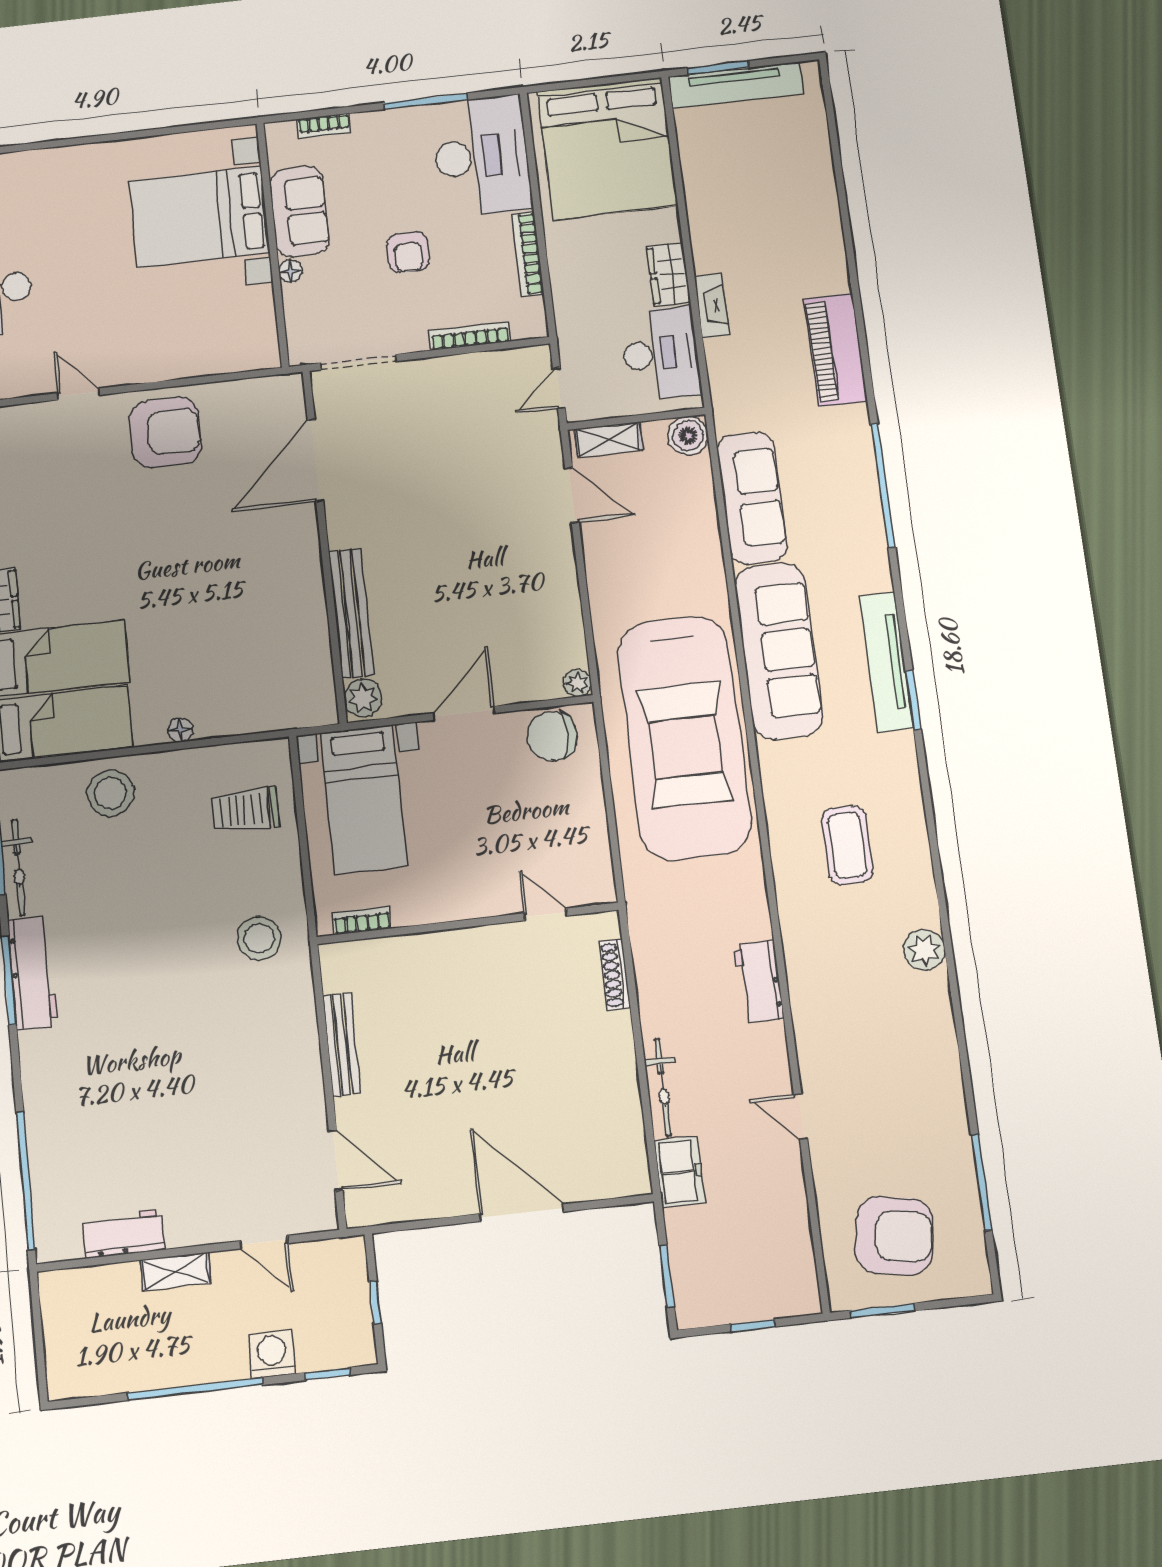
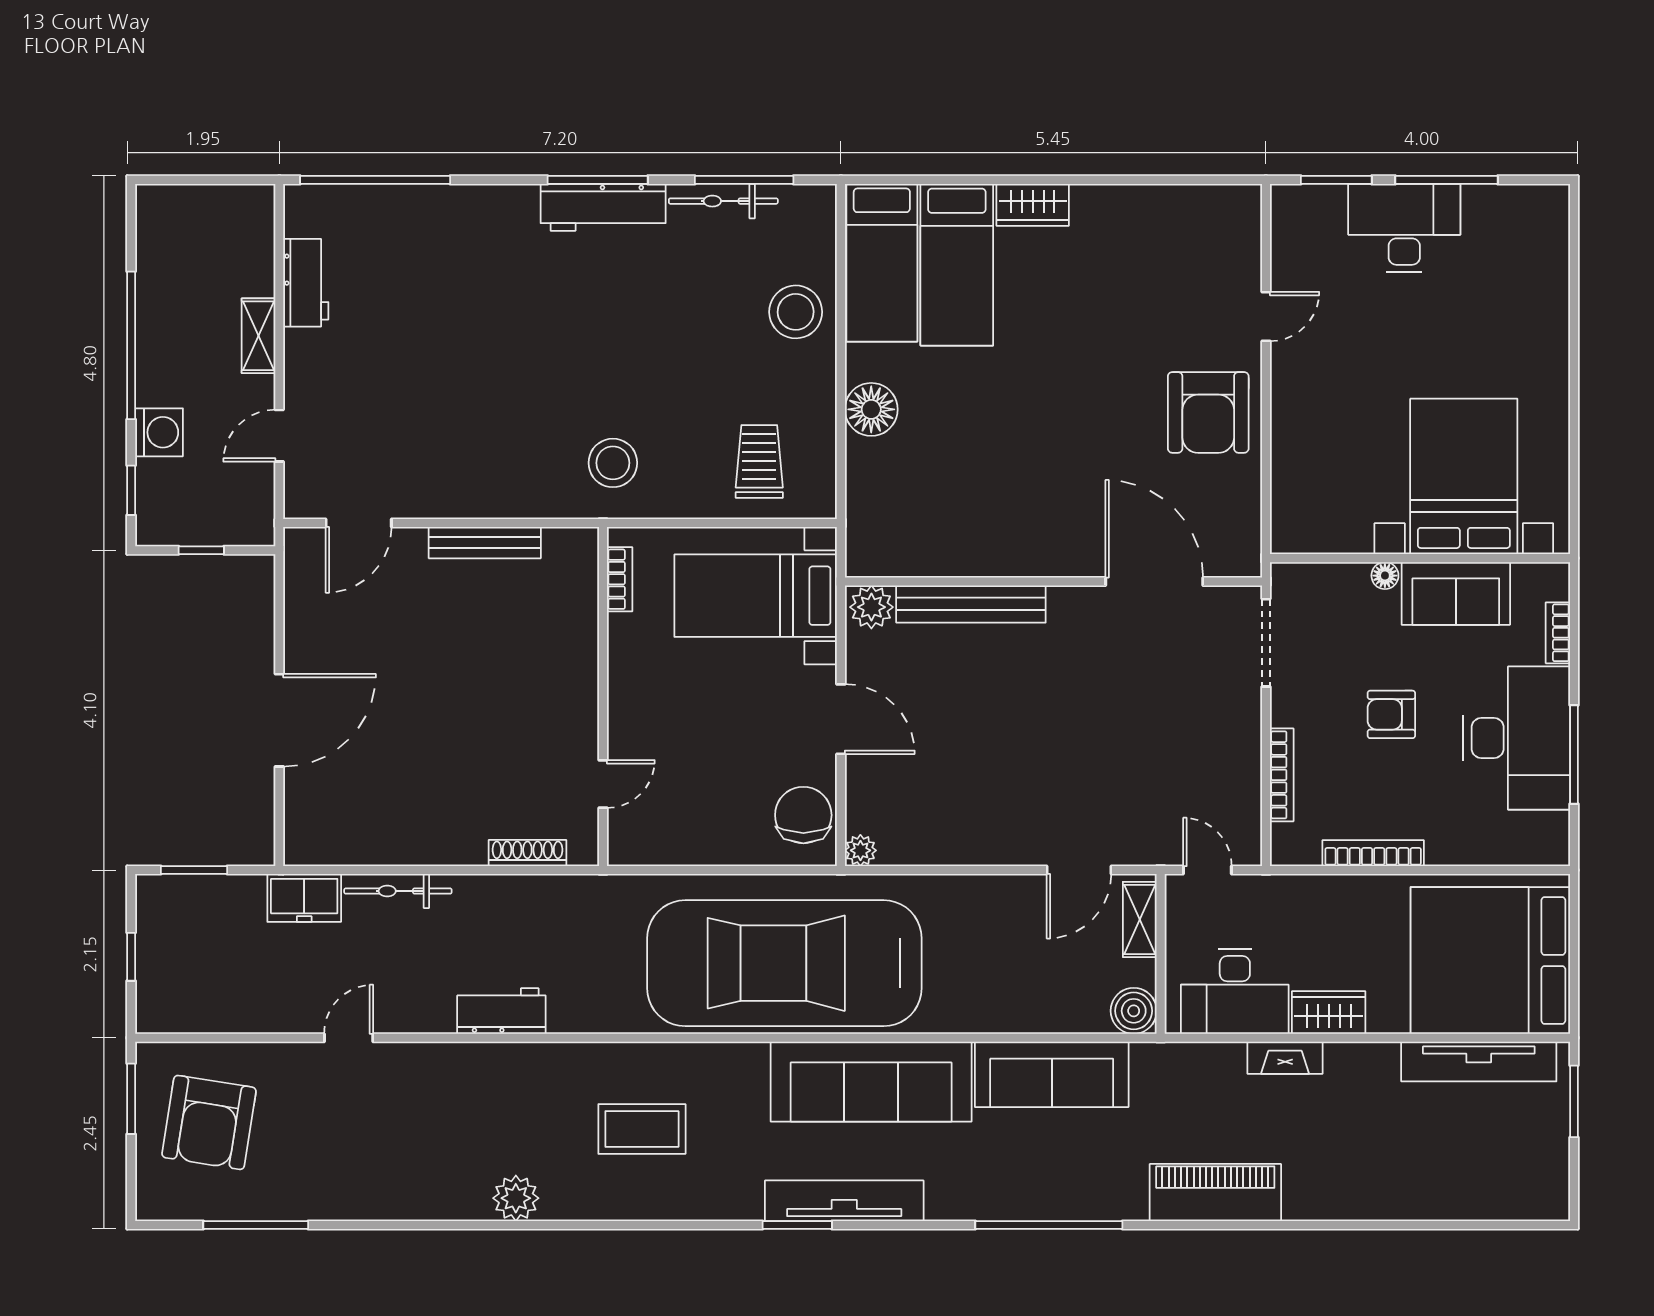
tv unit: (736, 85) -> (1479, 1062), moved, turned -90
desk: (481, 156) -> (1517, 738), moved, turned -90
floor lamp: (180, 730) -> (871, 409), width x1.89, depth x1.89

